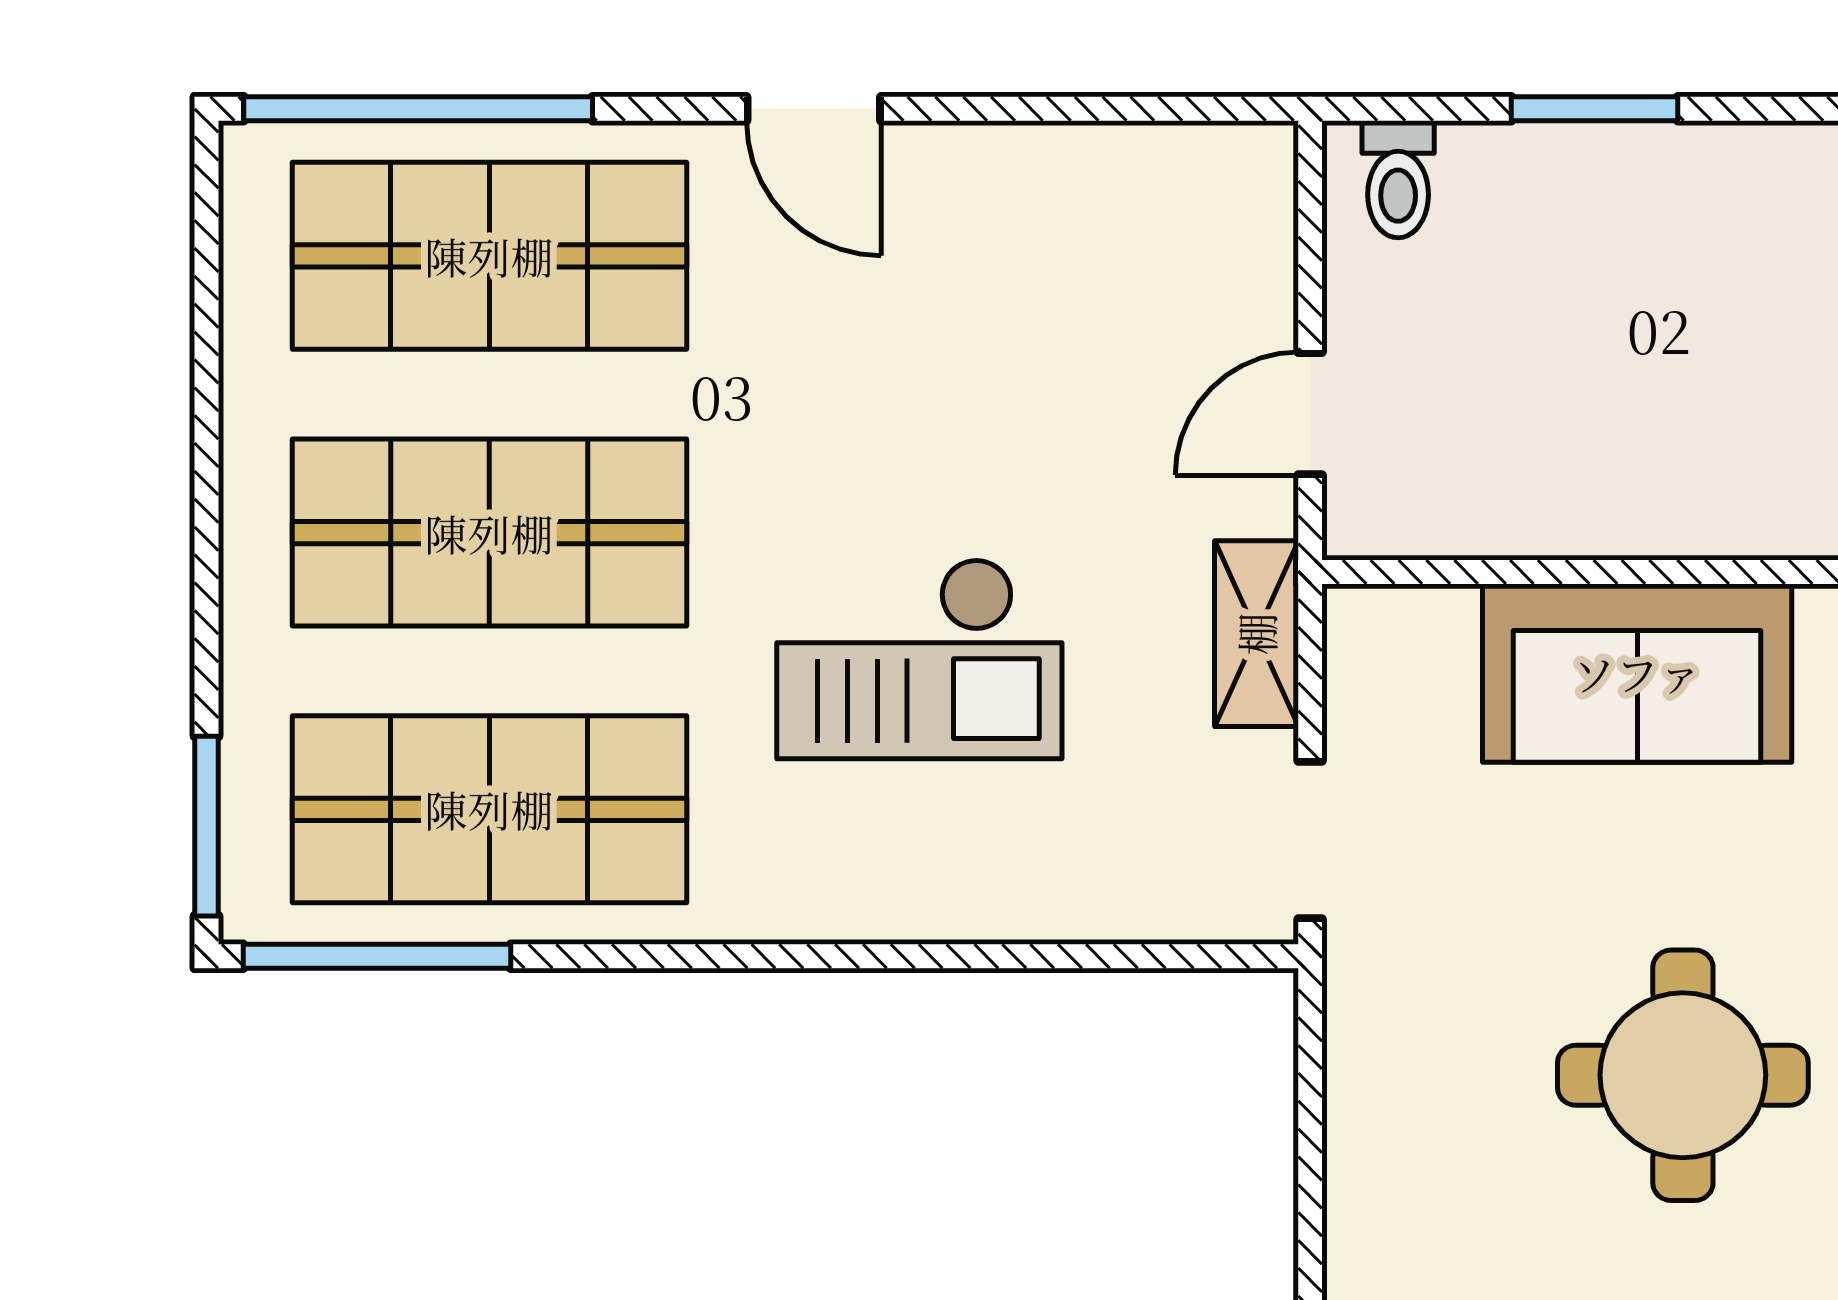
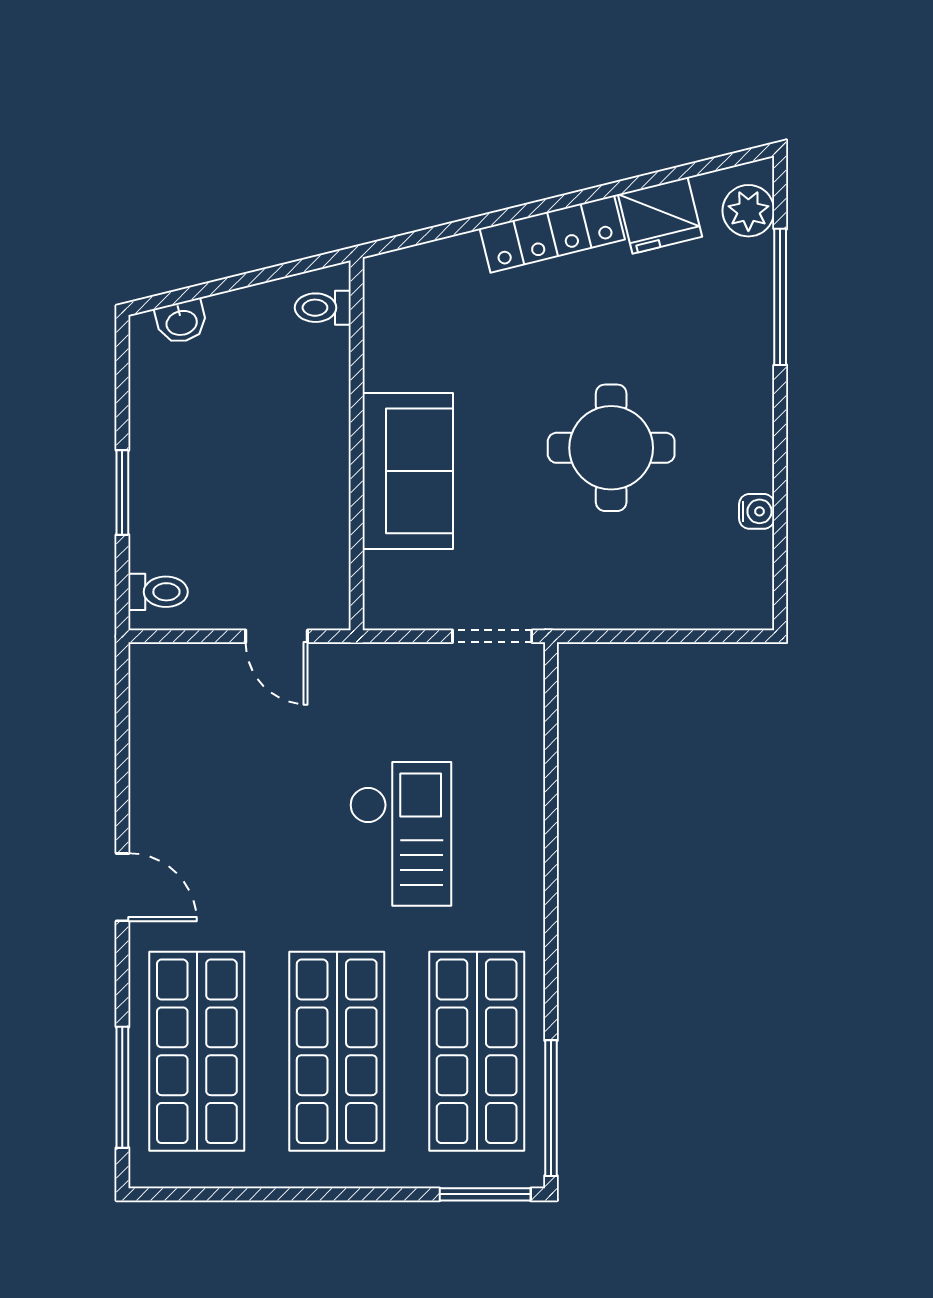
window: (418, 109) -> (122, 1087), width x0.68
door: (814, 109) -> (122, 887), hinge flipped
shelving: (1256, 634) -> (388, 663), removed

